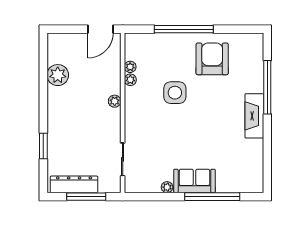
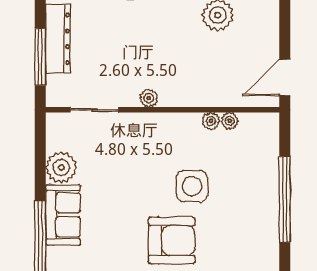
door: (101, 29) -> (285, 78), hinge flipped
armchair: (212, 59) -> (172, 241), moved
plant: (115, 101) -> (149, 98), moved
plant: (167, 187) -> (61, 167), width x1.87, depth x1.87

